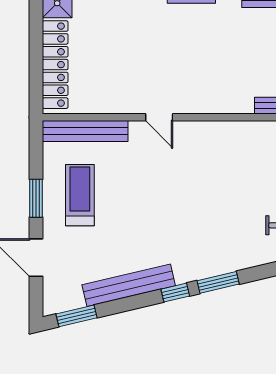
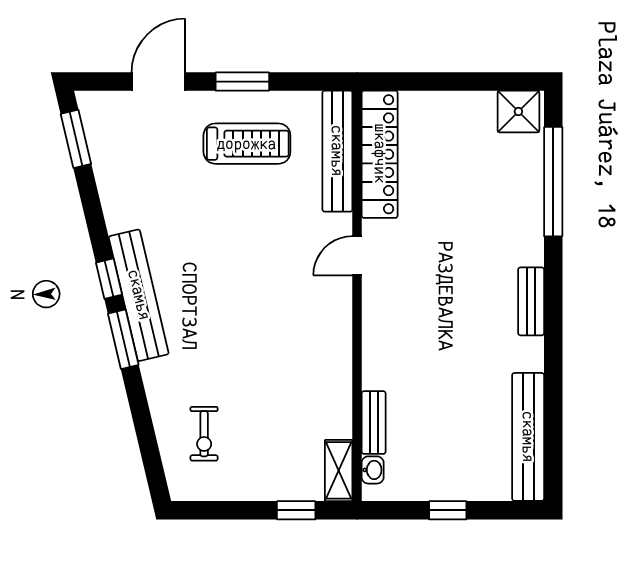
locker: (55, 65) -> (380, 154), moved, turned -90
bench: (129, 285) -> (139, 295), moved

